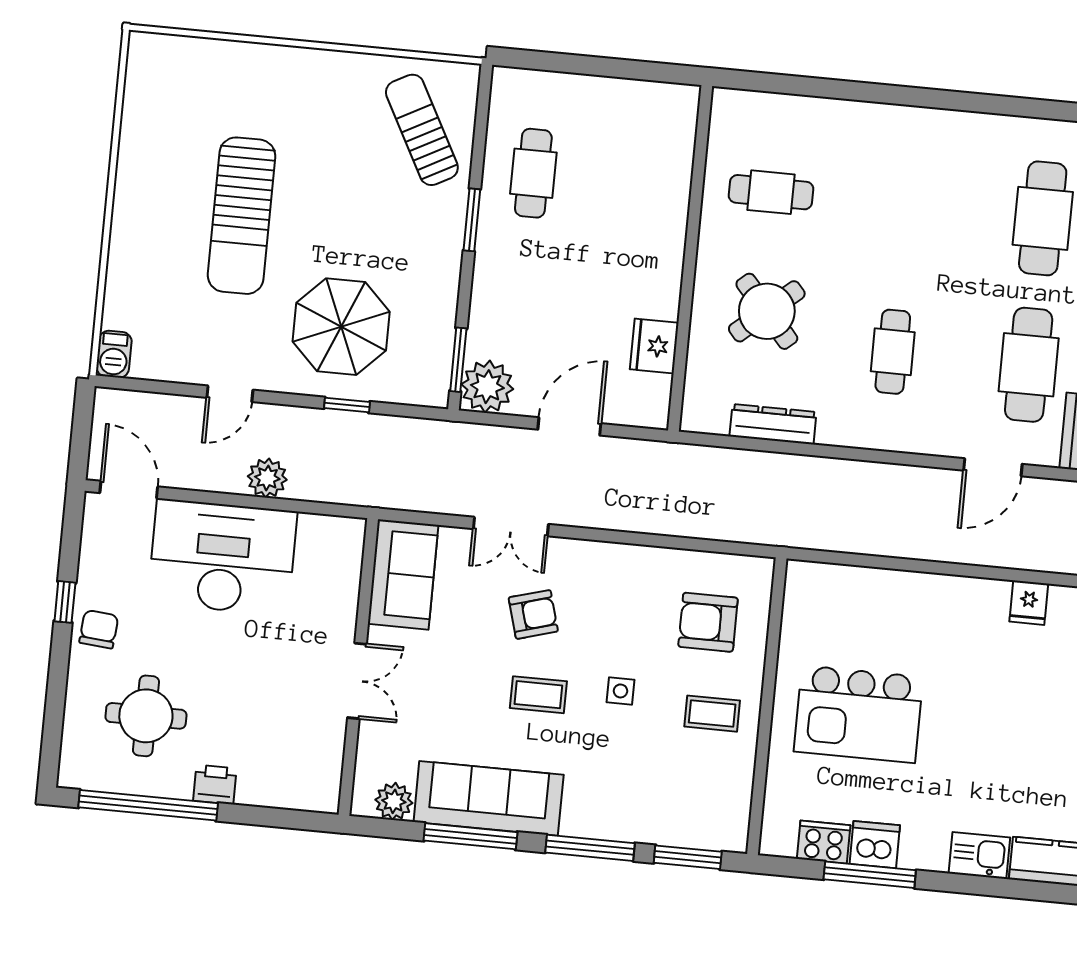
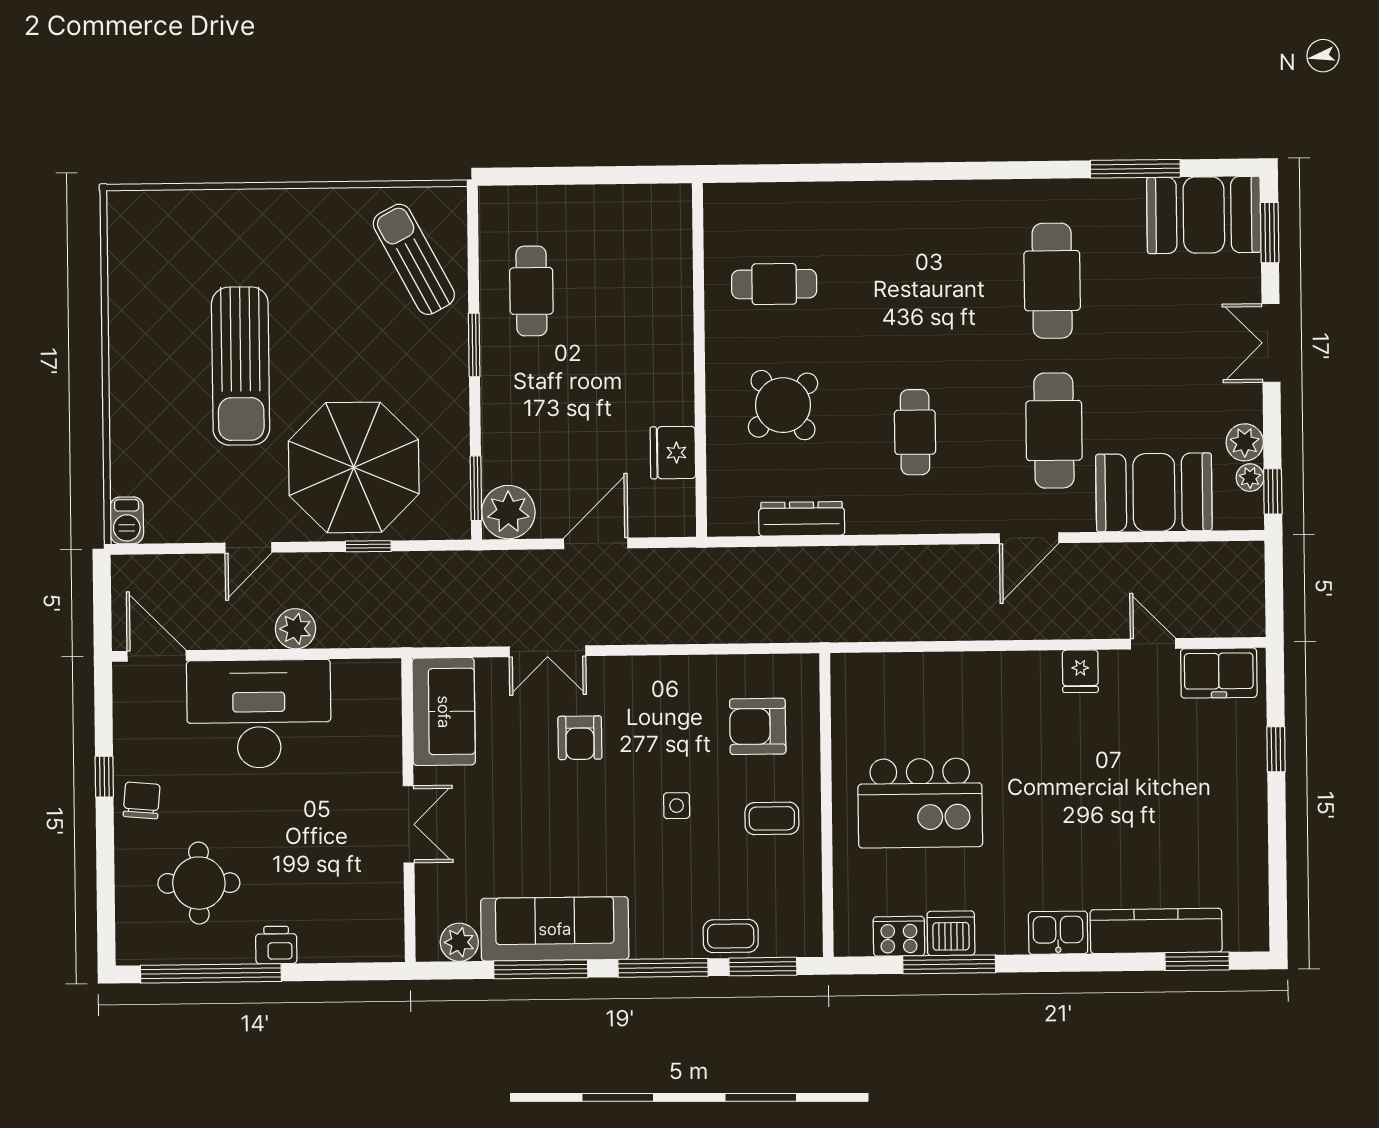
parasol: (341, 327) -> (354, 467), width x1.36, depth x1.36
armchair: (533, 614) -> (580, 738), turned 106
coffee table: (538, 695) -> (731, 936), moved

